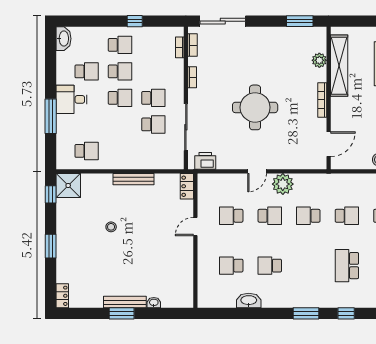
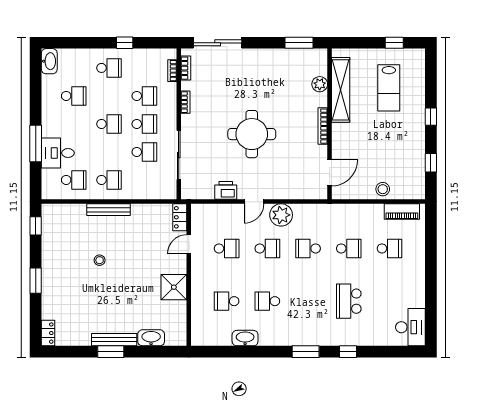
school desk: (120, 71) -> (144, 96), moved
desk: (72, 99) -> (58, 153), moved
school desk: (120, 151) -> (109, 180), added
printer: (205, 161) -> (226, 190), moved
bench: (134, 179) -> (108, 210), moved
shower: (68, 185) -> (174, 287), moved
school desk: (231, 216) -> (227, 248), turned 180
door: (195, 226) -> (189, 244), moved
washbasin: (154, 303) -> (151, 338), width x1.91, depth x1.45

